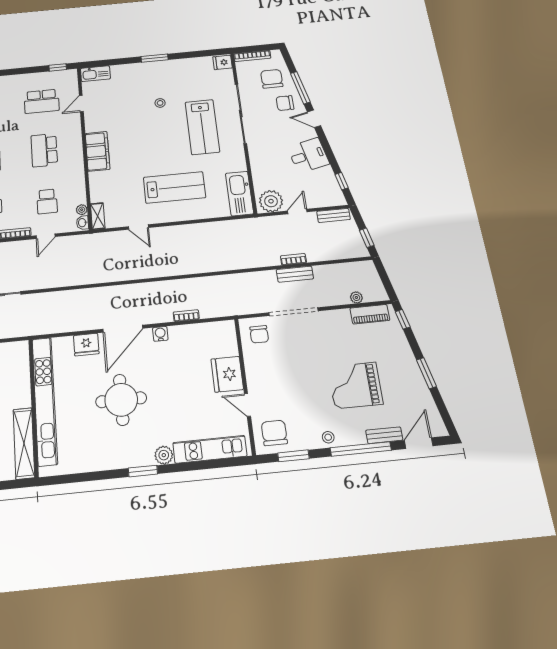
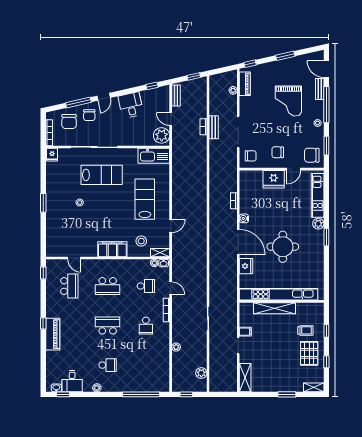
kitchen sink: (95, 74) -> (51, 246), removed
chair: (272, 79) -> (69, 122), turned -90
stool: (113, 189) -> (141, 241), added
chair: (271, 376) -> (278, 152), added
shelving: (24, 443) -> (275, 308), moved

